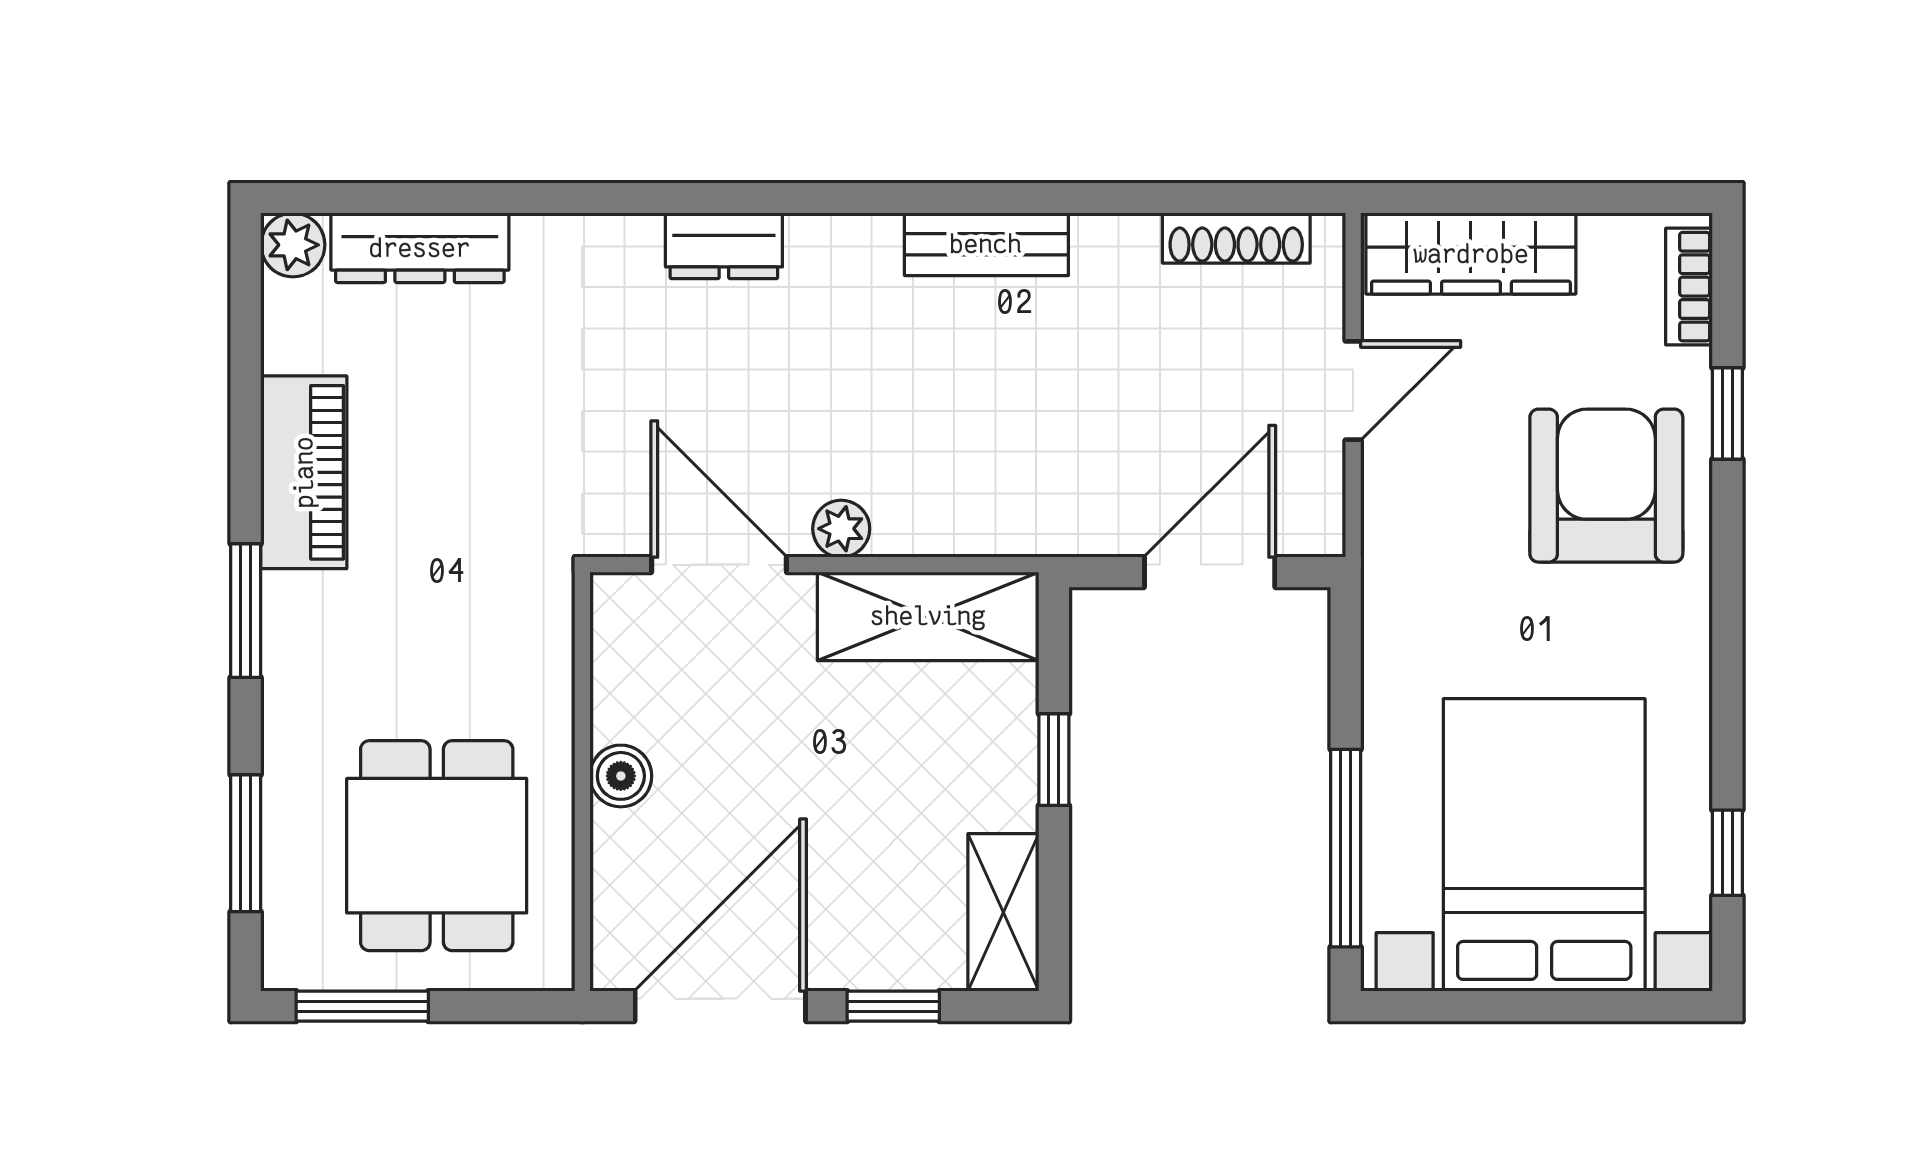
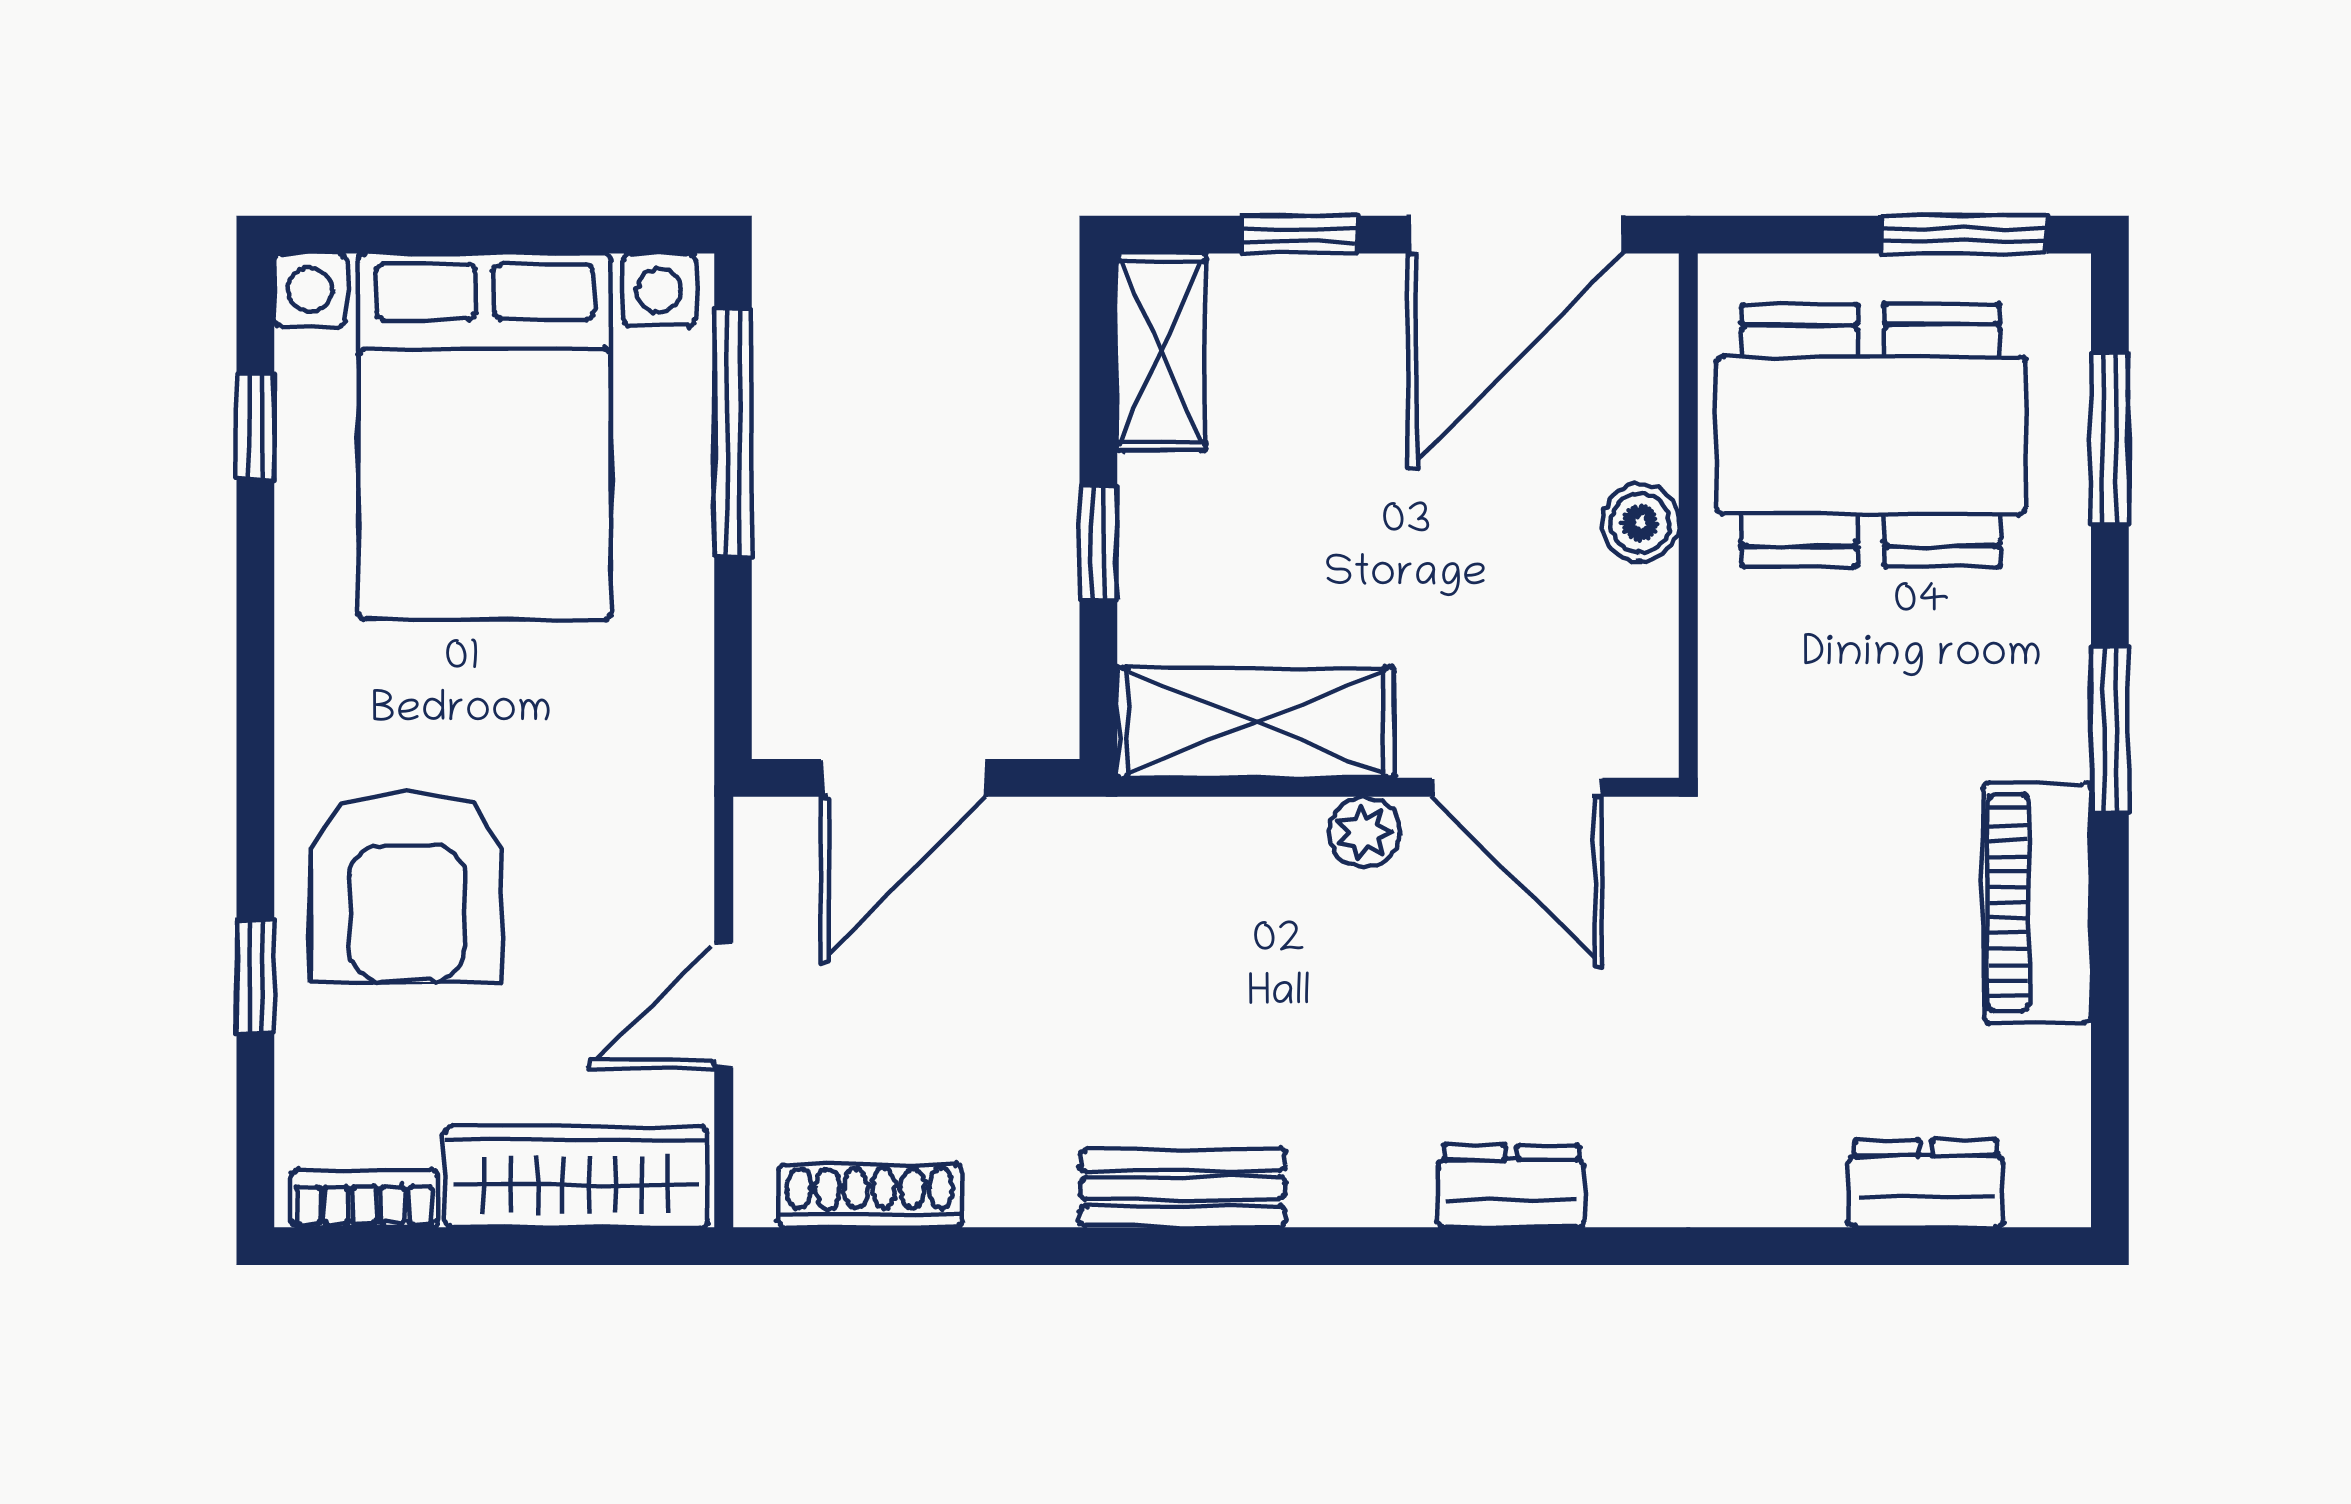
plant: (293, 245) -> (2051, 1187), removed
dresser: (420, 248) -> (1926, 1184), width x0.70
bookcase: (1689, 287) -> (364, 1198), moved, turned -90
dining table: (437, 846) -> (1871, 435), width x1.37

